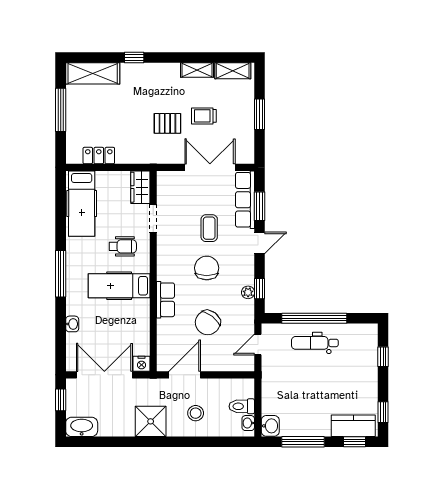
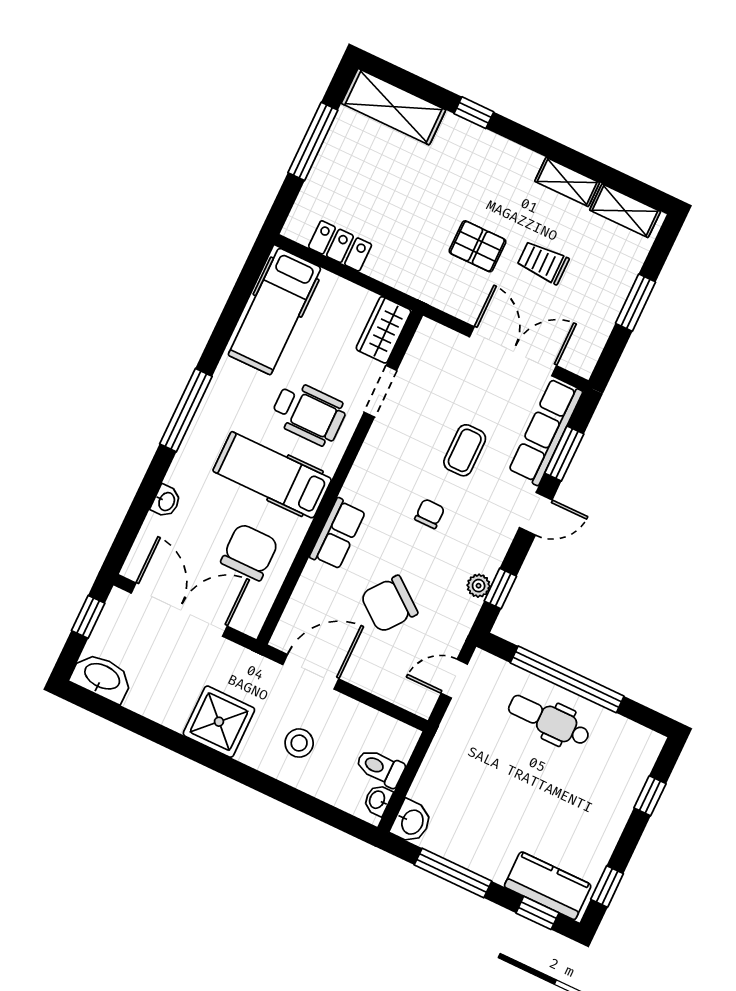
wheelchair: (123, 246) -> (309, 413), width x1.36, depth x1.37
chair: (207, 268) -> (430, 514), width x0.54, depth x0.54
chair: (126, 330) -> (250, 552), added
nightstand: (141, 364) -> (249, 620), removed

